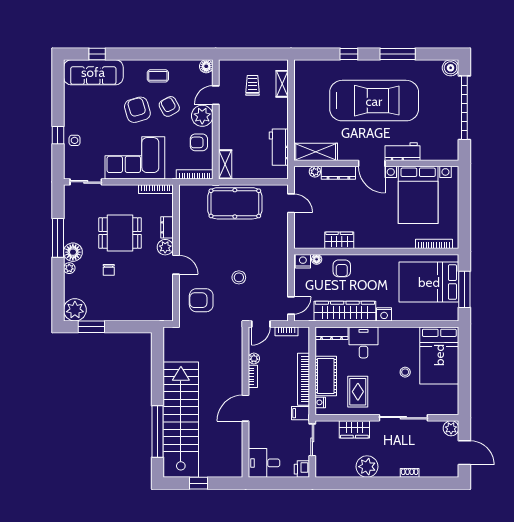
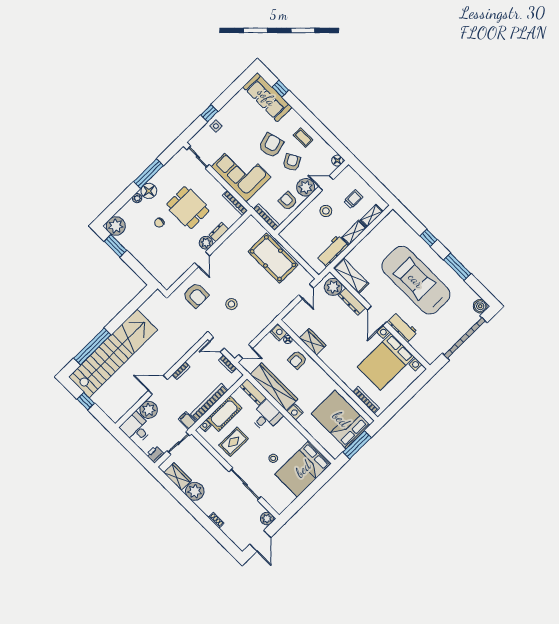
car: (374, 101) -> (416, 280), turned 180
stool: (239, 119) -> (326, 211), added
shelving: (225, 164) -> (354, 233), moved
plant: (315, 172) -> (333, 287), width x1.87, depth x1.87
armchair: (201, 300) -> (196, 295), turned 180
plant: (254, 359) -> (149, 410), moved, width x1.87, depth x1.87
wardrobe: (354, 429) -> (178, 477), moved, turned 180

